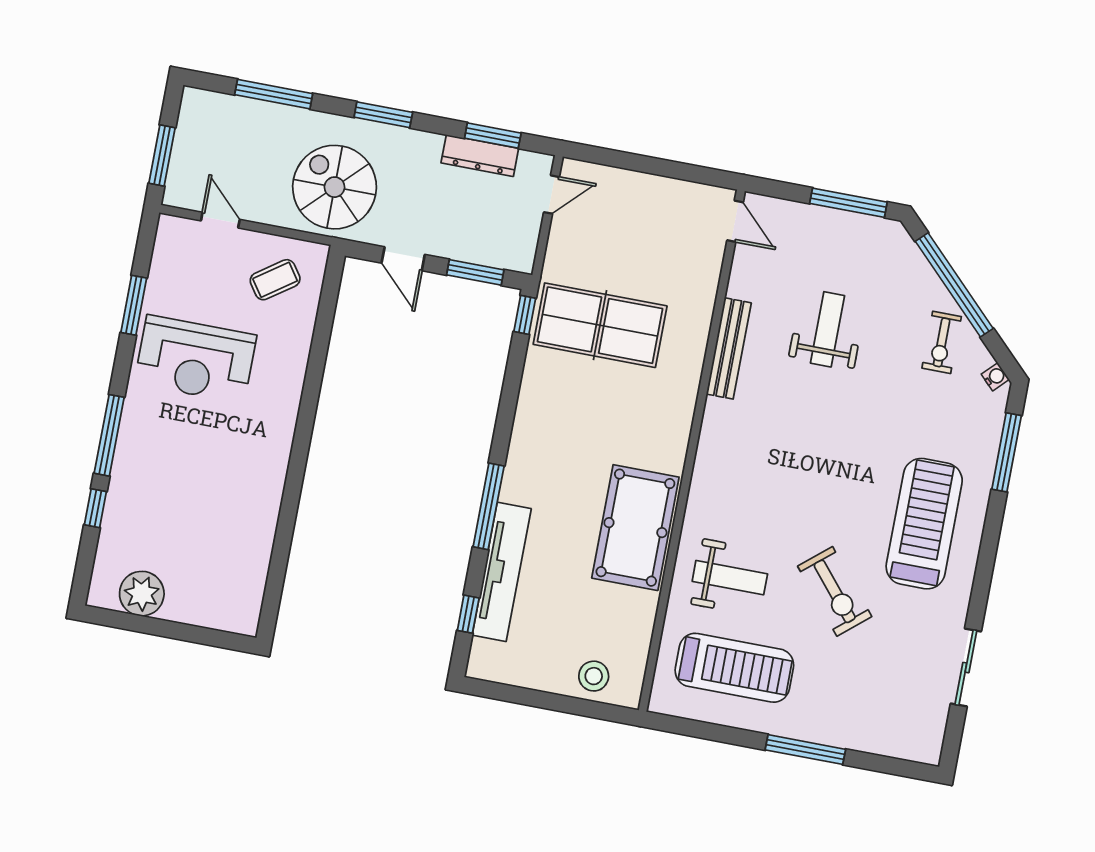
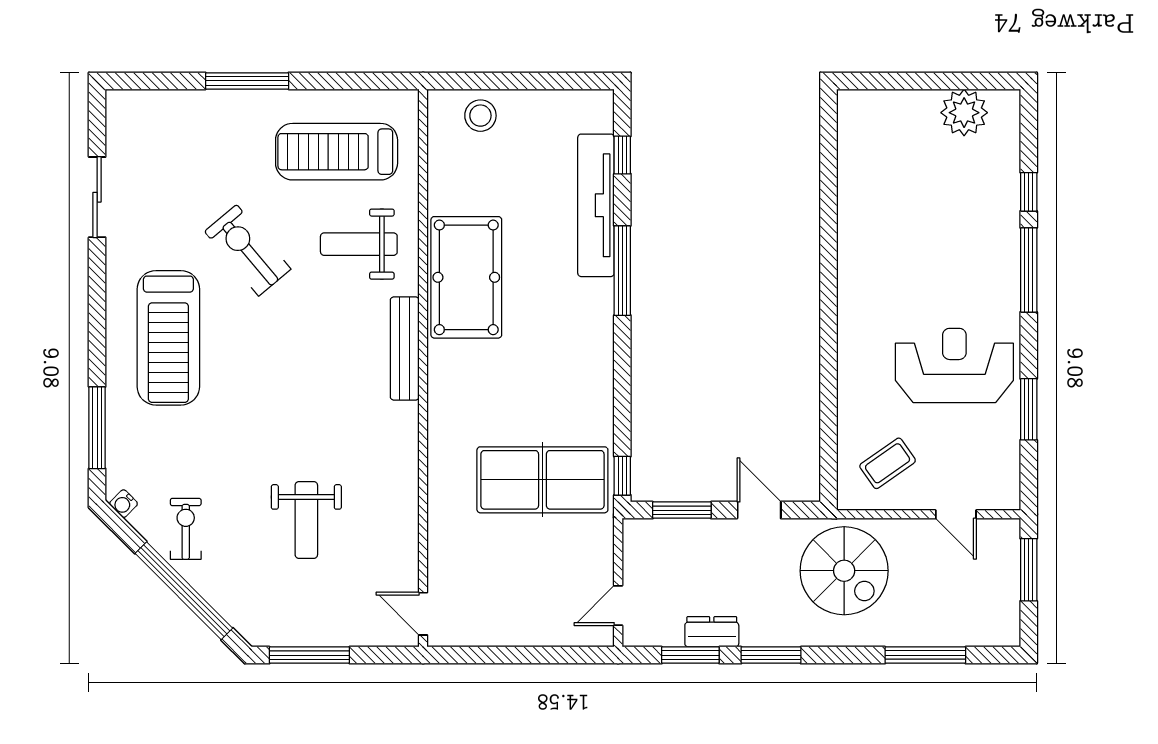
window: (383, 115) -> (771, 655), moved
dresser: (480, 156) -> (712, 632), width x0.70
bench: (729, 348) -> (405, 349), moved

